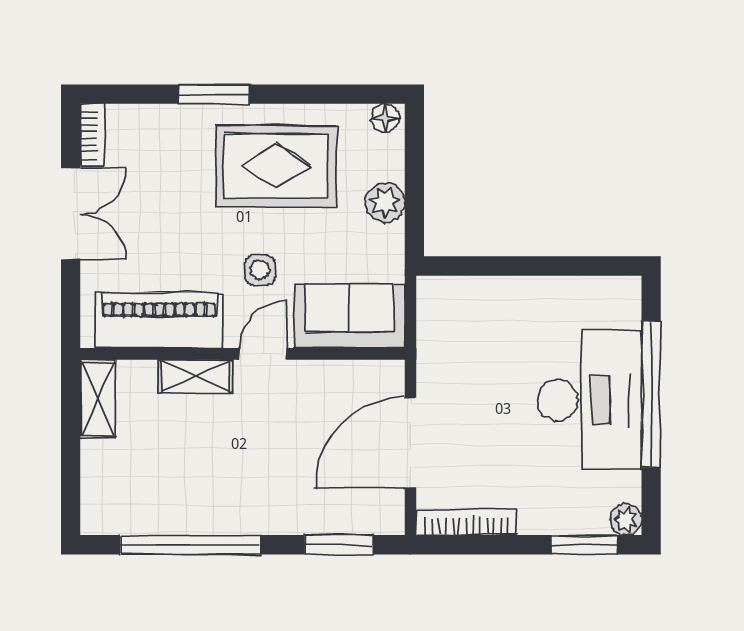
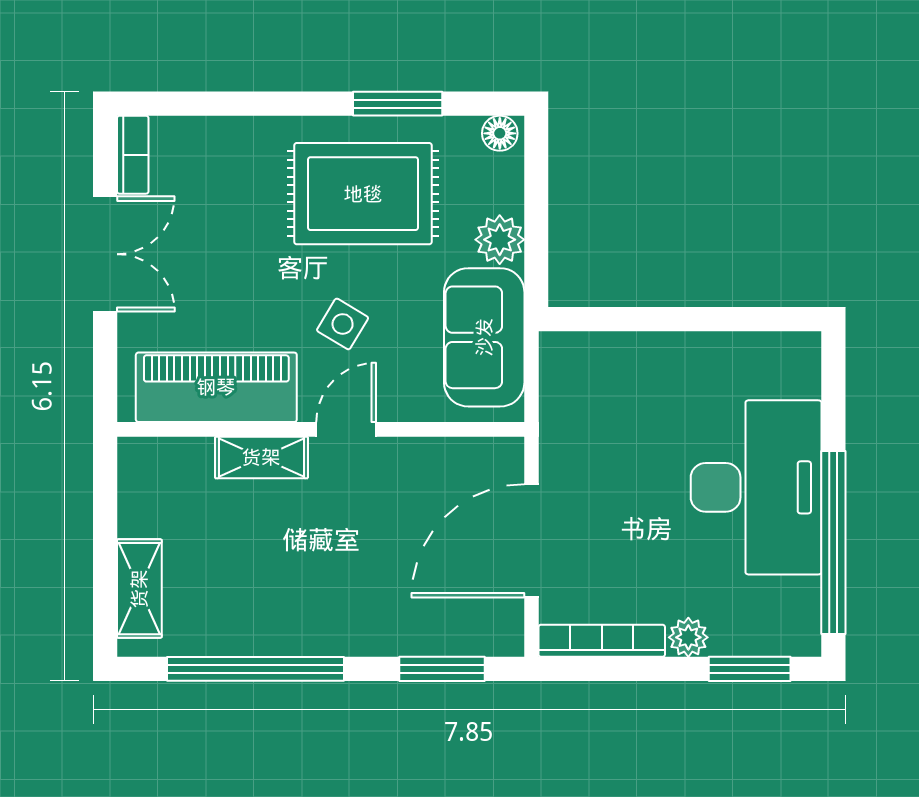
window: (214, 94) -> (398, 104), moved
side table: (260, 270) -> (343, 324), turned 31
sofa: (350, 316) -> (484, 337), moved, turned -90
window: (651, 394) -> (833, 542), moved
shelving: (98, 399) -> (139, 589), moved
plant: (626, 520) -> (688, 637), moved

